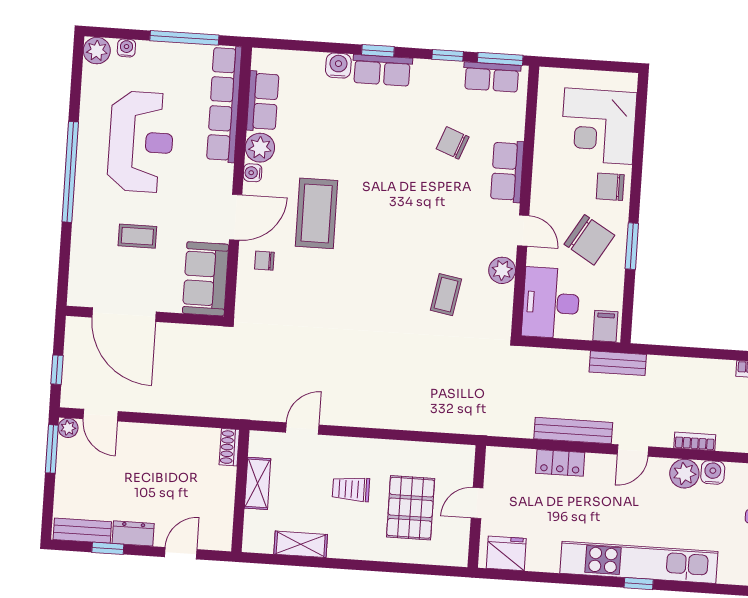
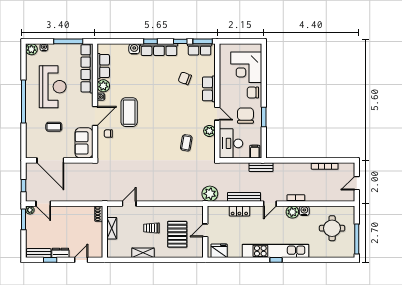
row of seats: (382, 70) -> (159, 50), width x1.48
chair: (589, 240) -> (245, 116), turned -121
plant: (493, 418) -> (210, 194), added
shelving: (301, 544) -> (143, 253), moved

